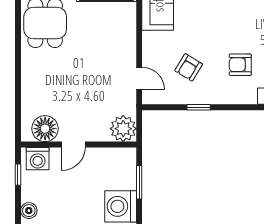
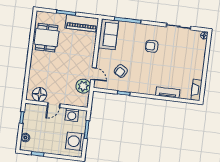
armchair: (240, 65) -> (152, 46), moved
plant: (123, 129) -> (83, 86), moved
washing machine: (38, 159) -> (72, 115), moved

